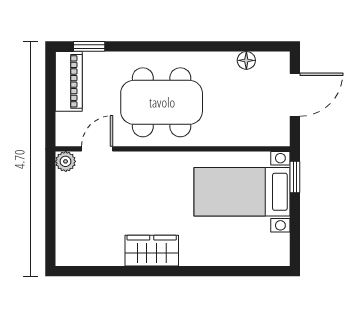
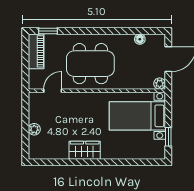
plant: (280, 137) -> (160, 84), added
plant: (66, 161) -> (34, 129), moved
window: (295, 177) -> (168, 137), moved

